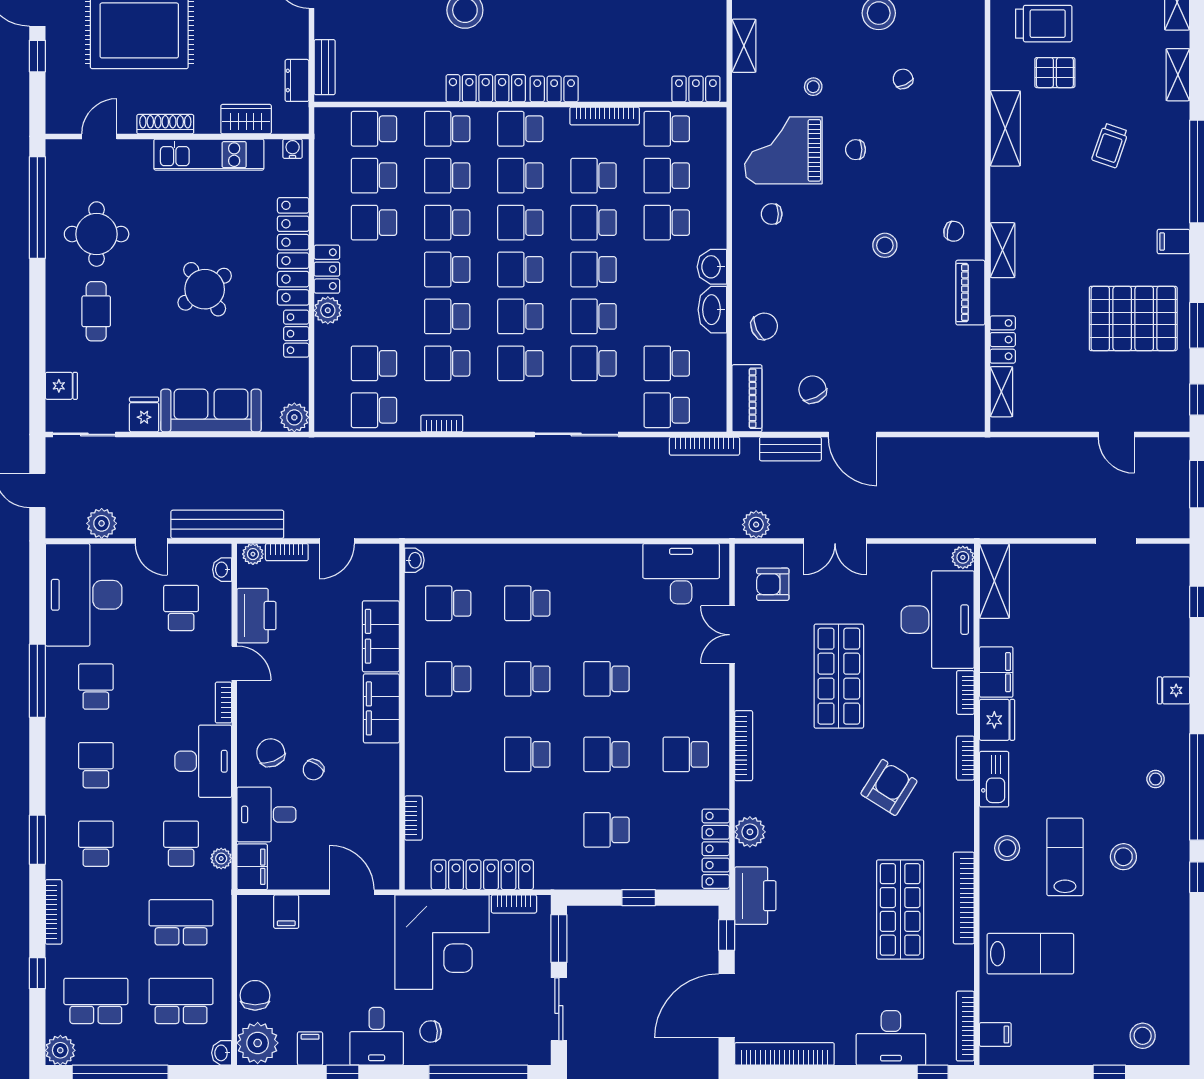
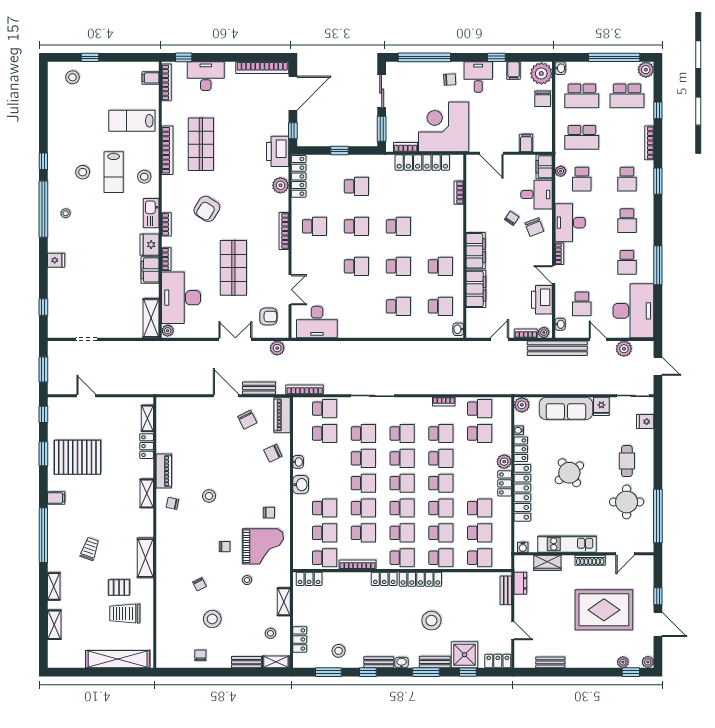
washbasin: (712, 310) -> (298, 462), width x0.52, depth x0.69
water cooler: (300, 369) -> (519, 430), added

